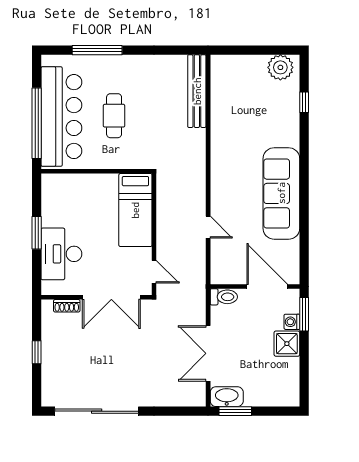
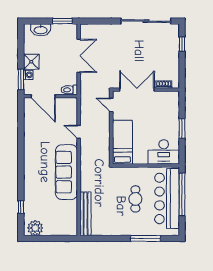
sofa: (281, 193) -> (66, 172), moved, turned 180
desk: (61, 254) -> (164, 152), moved, turned 90
window: (37, 352) -> (182, 44), moved
washbasin: (227, 397) -> (41, 30), moved

